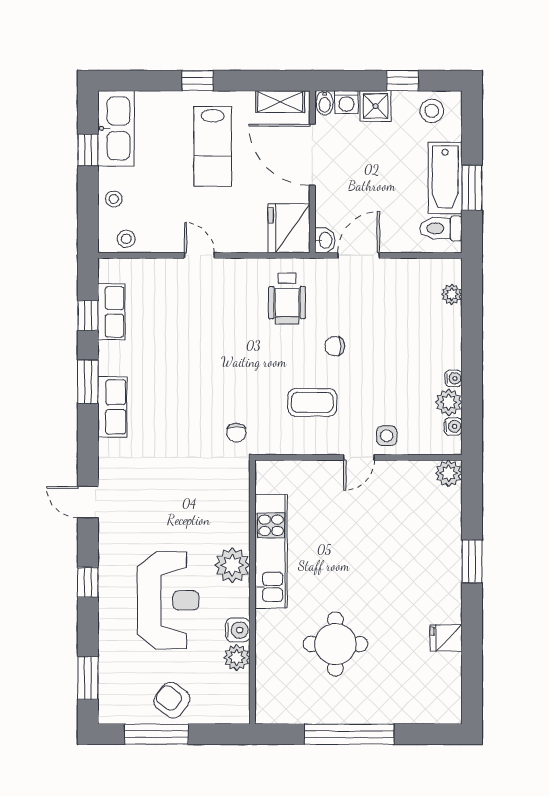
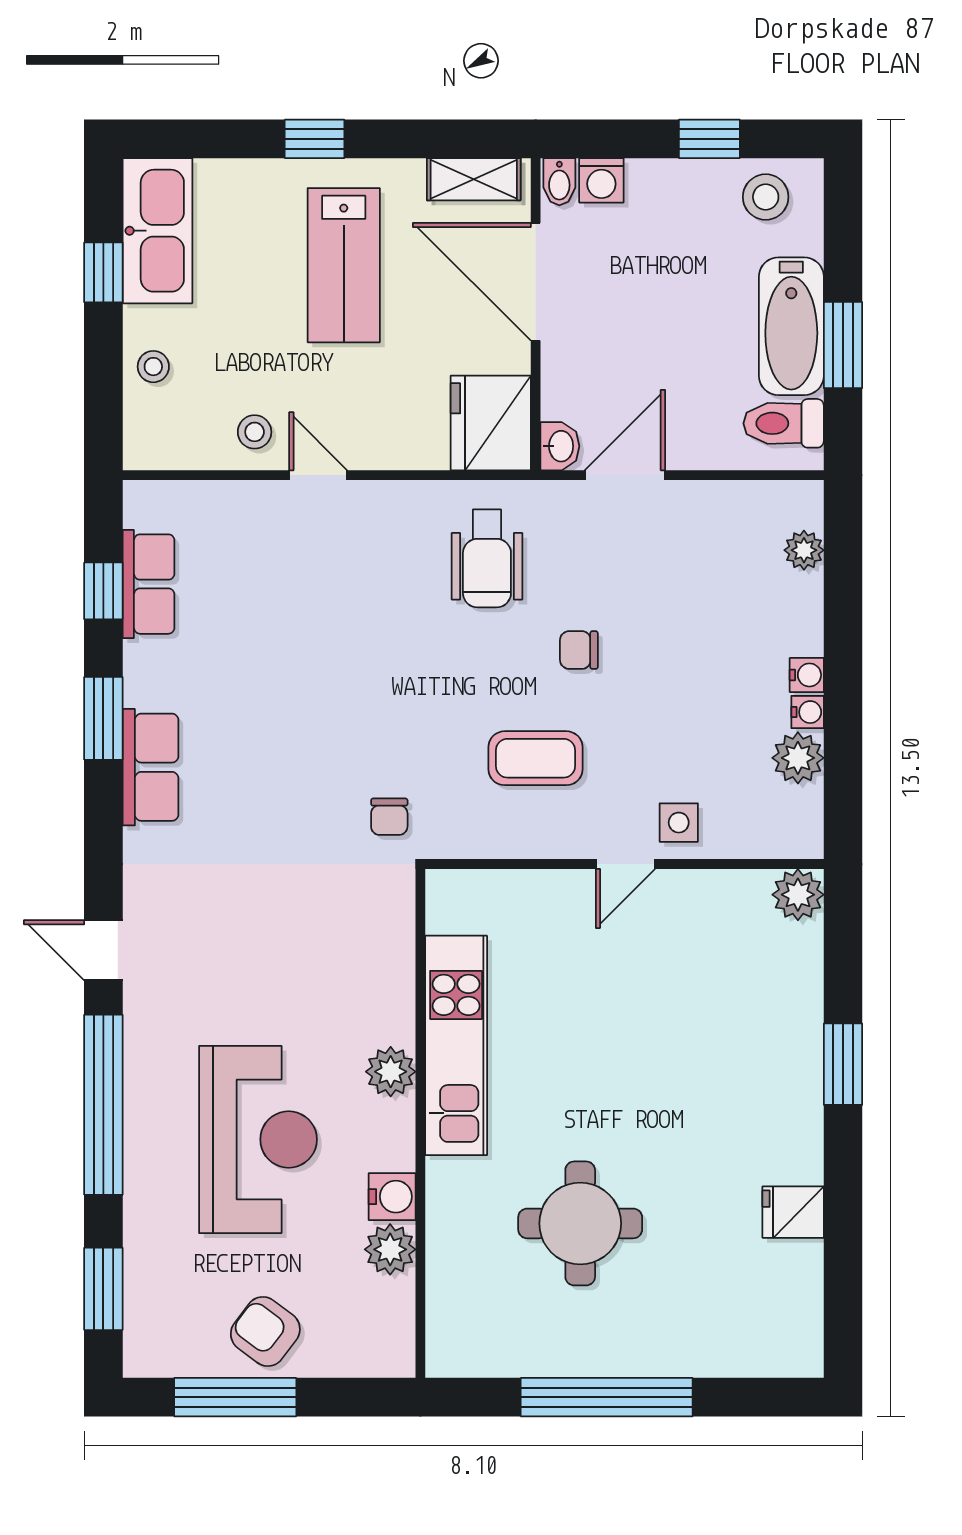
shower: (375, 106) -> (657, 188), removed
stool: (126, 239) -> (255, 432), moved
water cooler: (453, 426) -> (807, 675), moved
plant: (232, 565) -> (391, 1072), width x0.73, depth x0.73
window: (88, 582) -> (103, 1105), width x3.17

